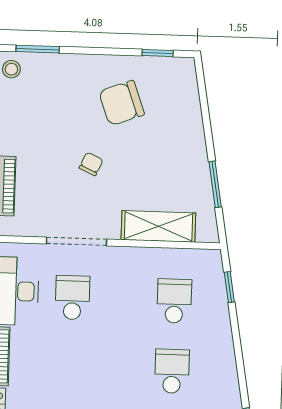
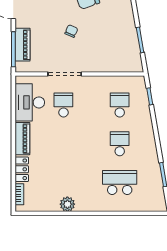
shelving: (158, 226) -> (110, 64), removed

